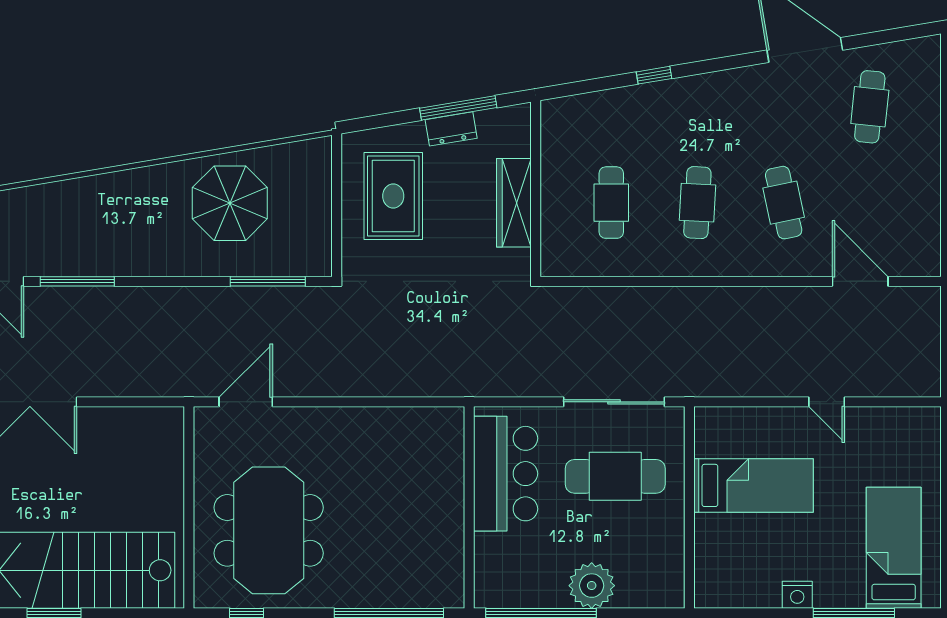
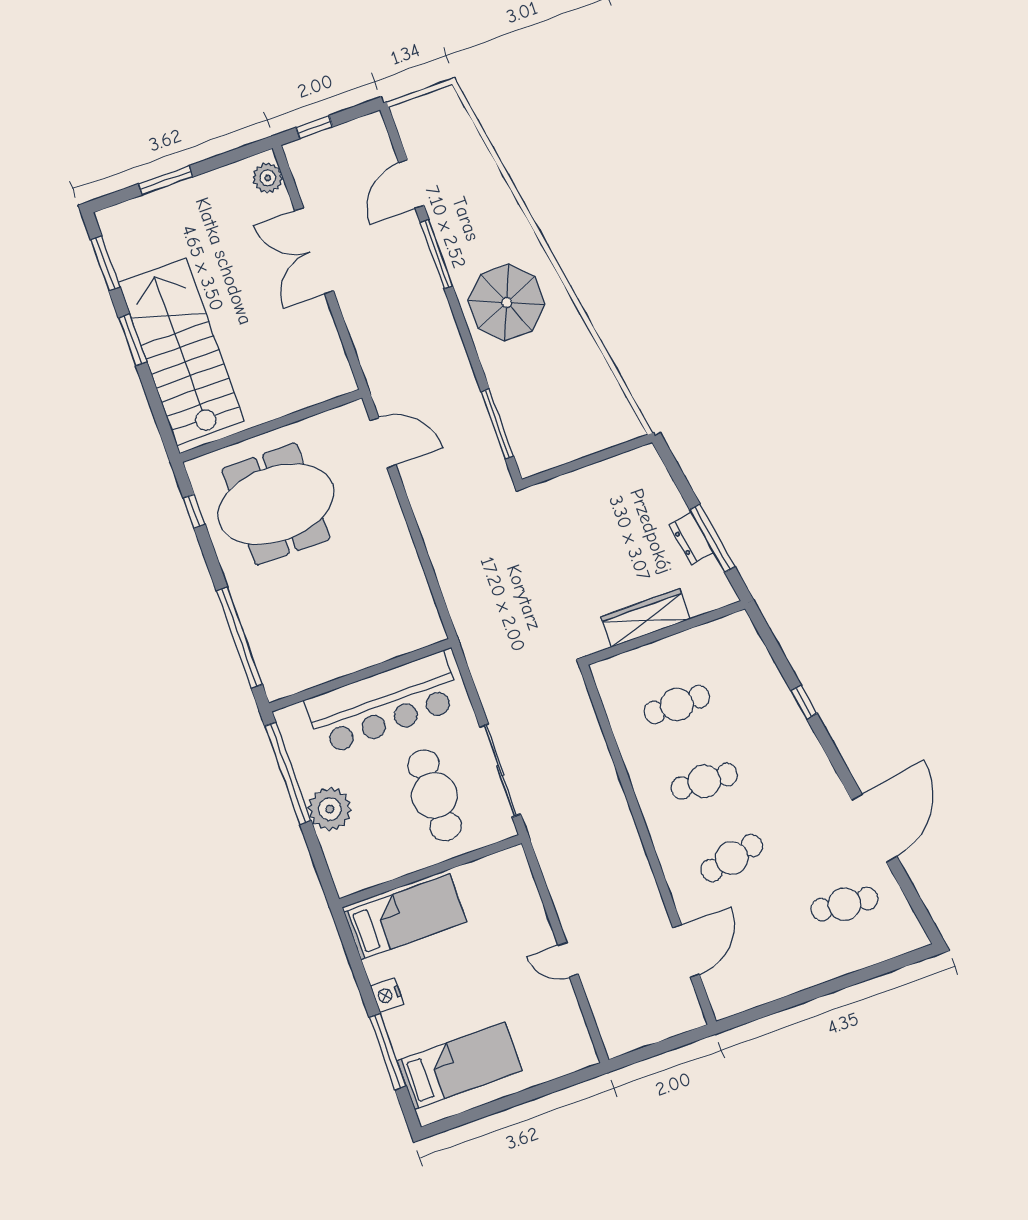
rug: (393, 196) -> (613, 508), removed
parasol: (230, 203) -> (507, 302), moved
door: (827, 402) -> (568, 960), hinge flipped
bar counter: (506, 474) -> (383, 704), width x1.36
bed: (753, 485) -> (405, 917), moved, turned -90

